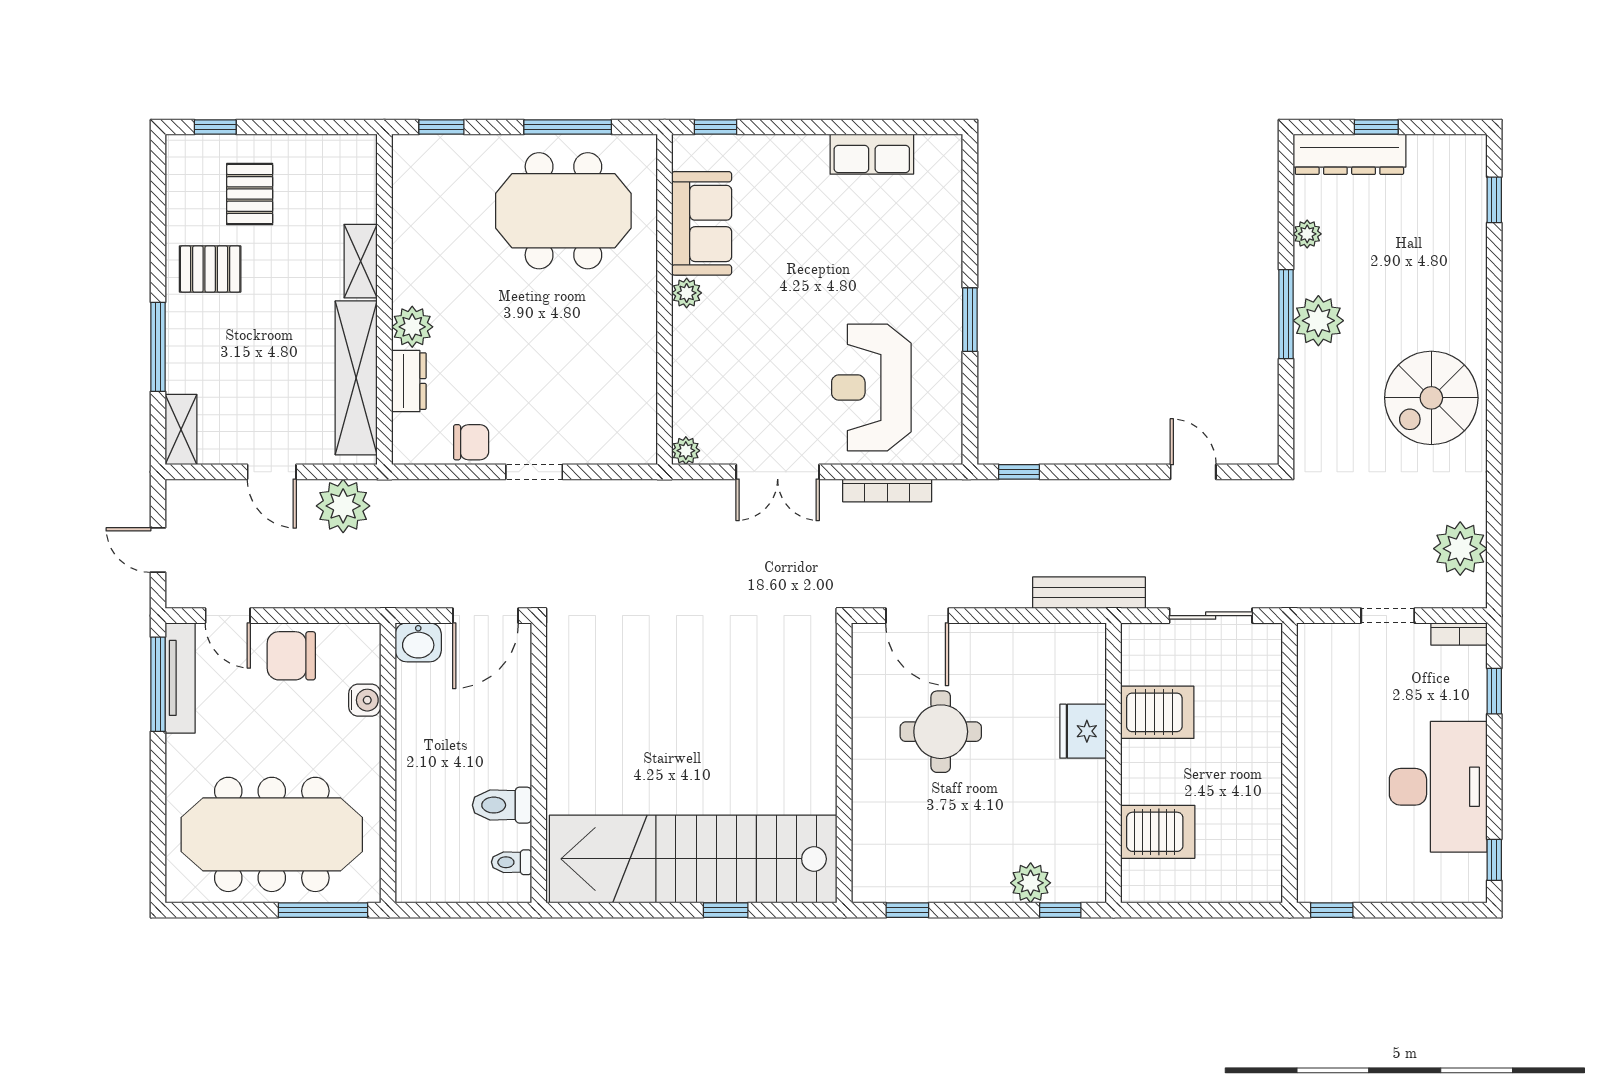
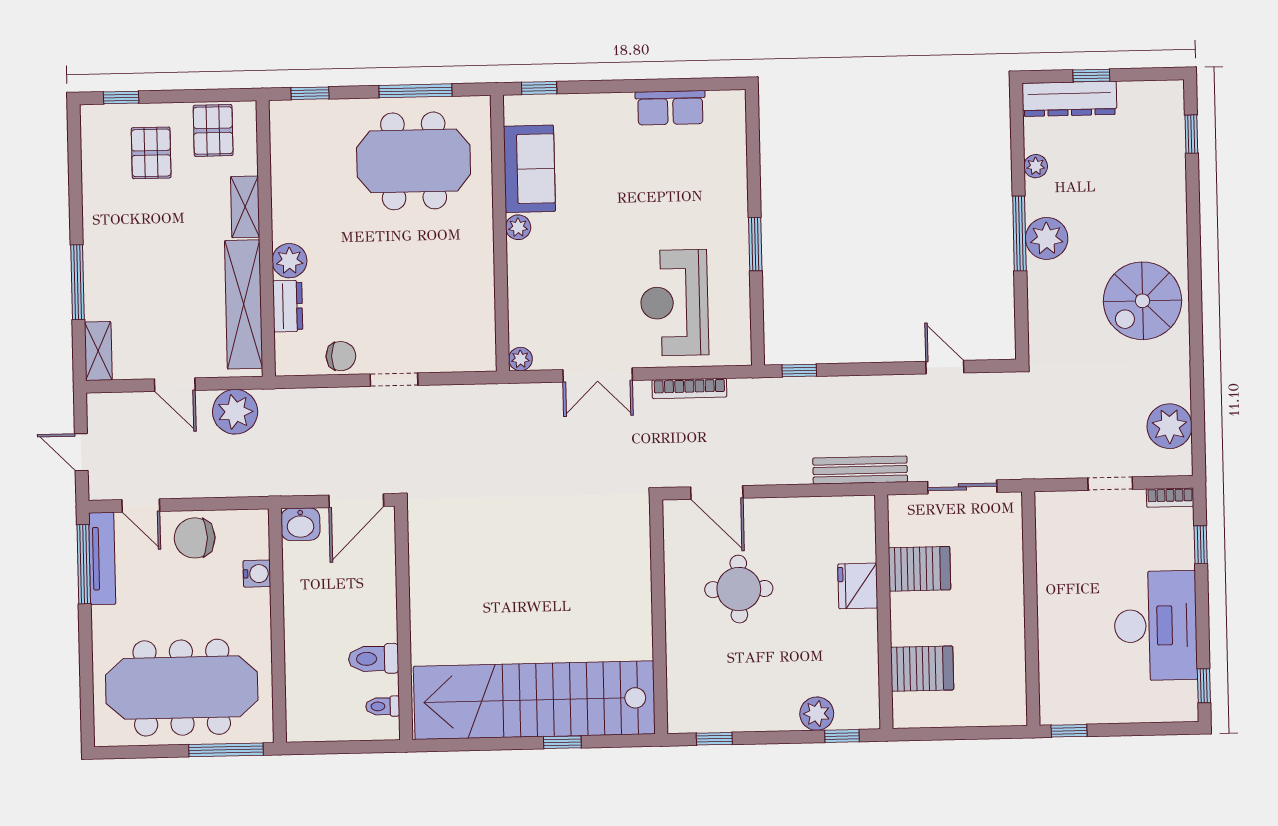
pallet: (210, 269) -> (213, 130), moved, turned 90

